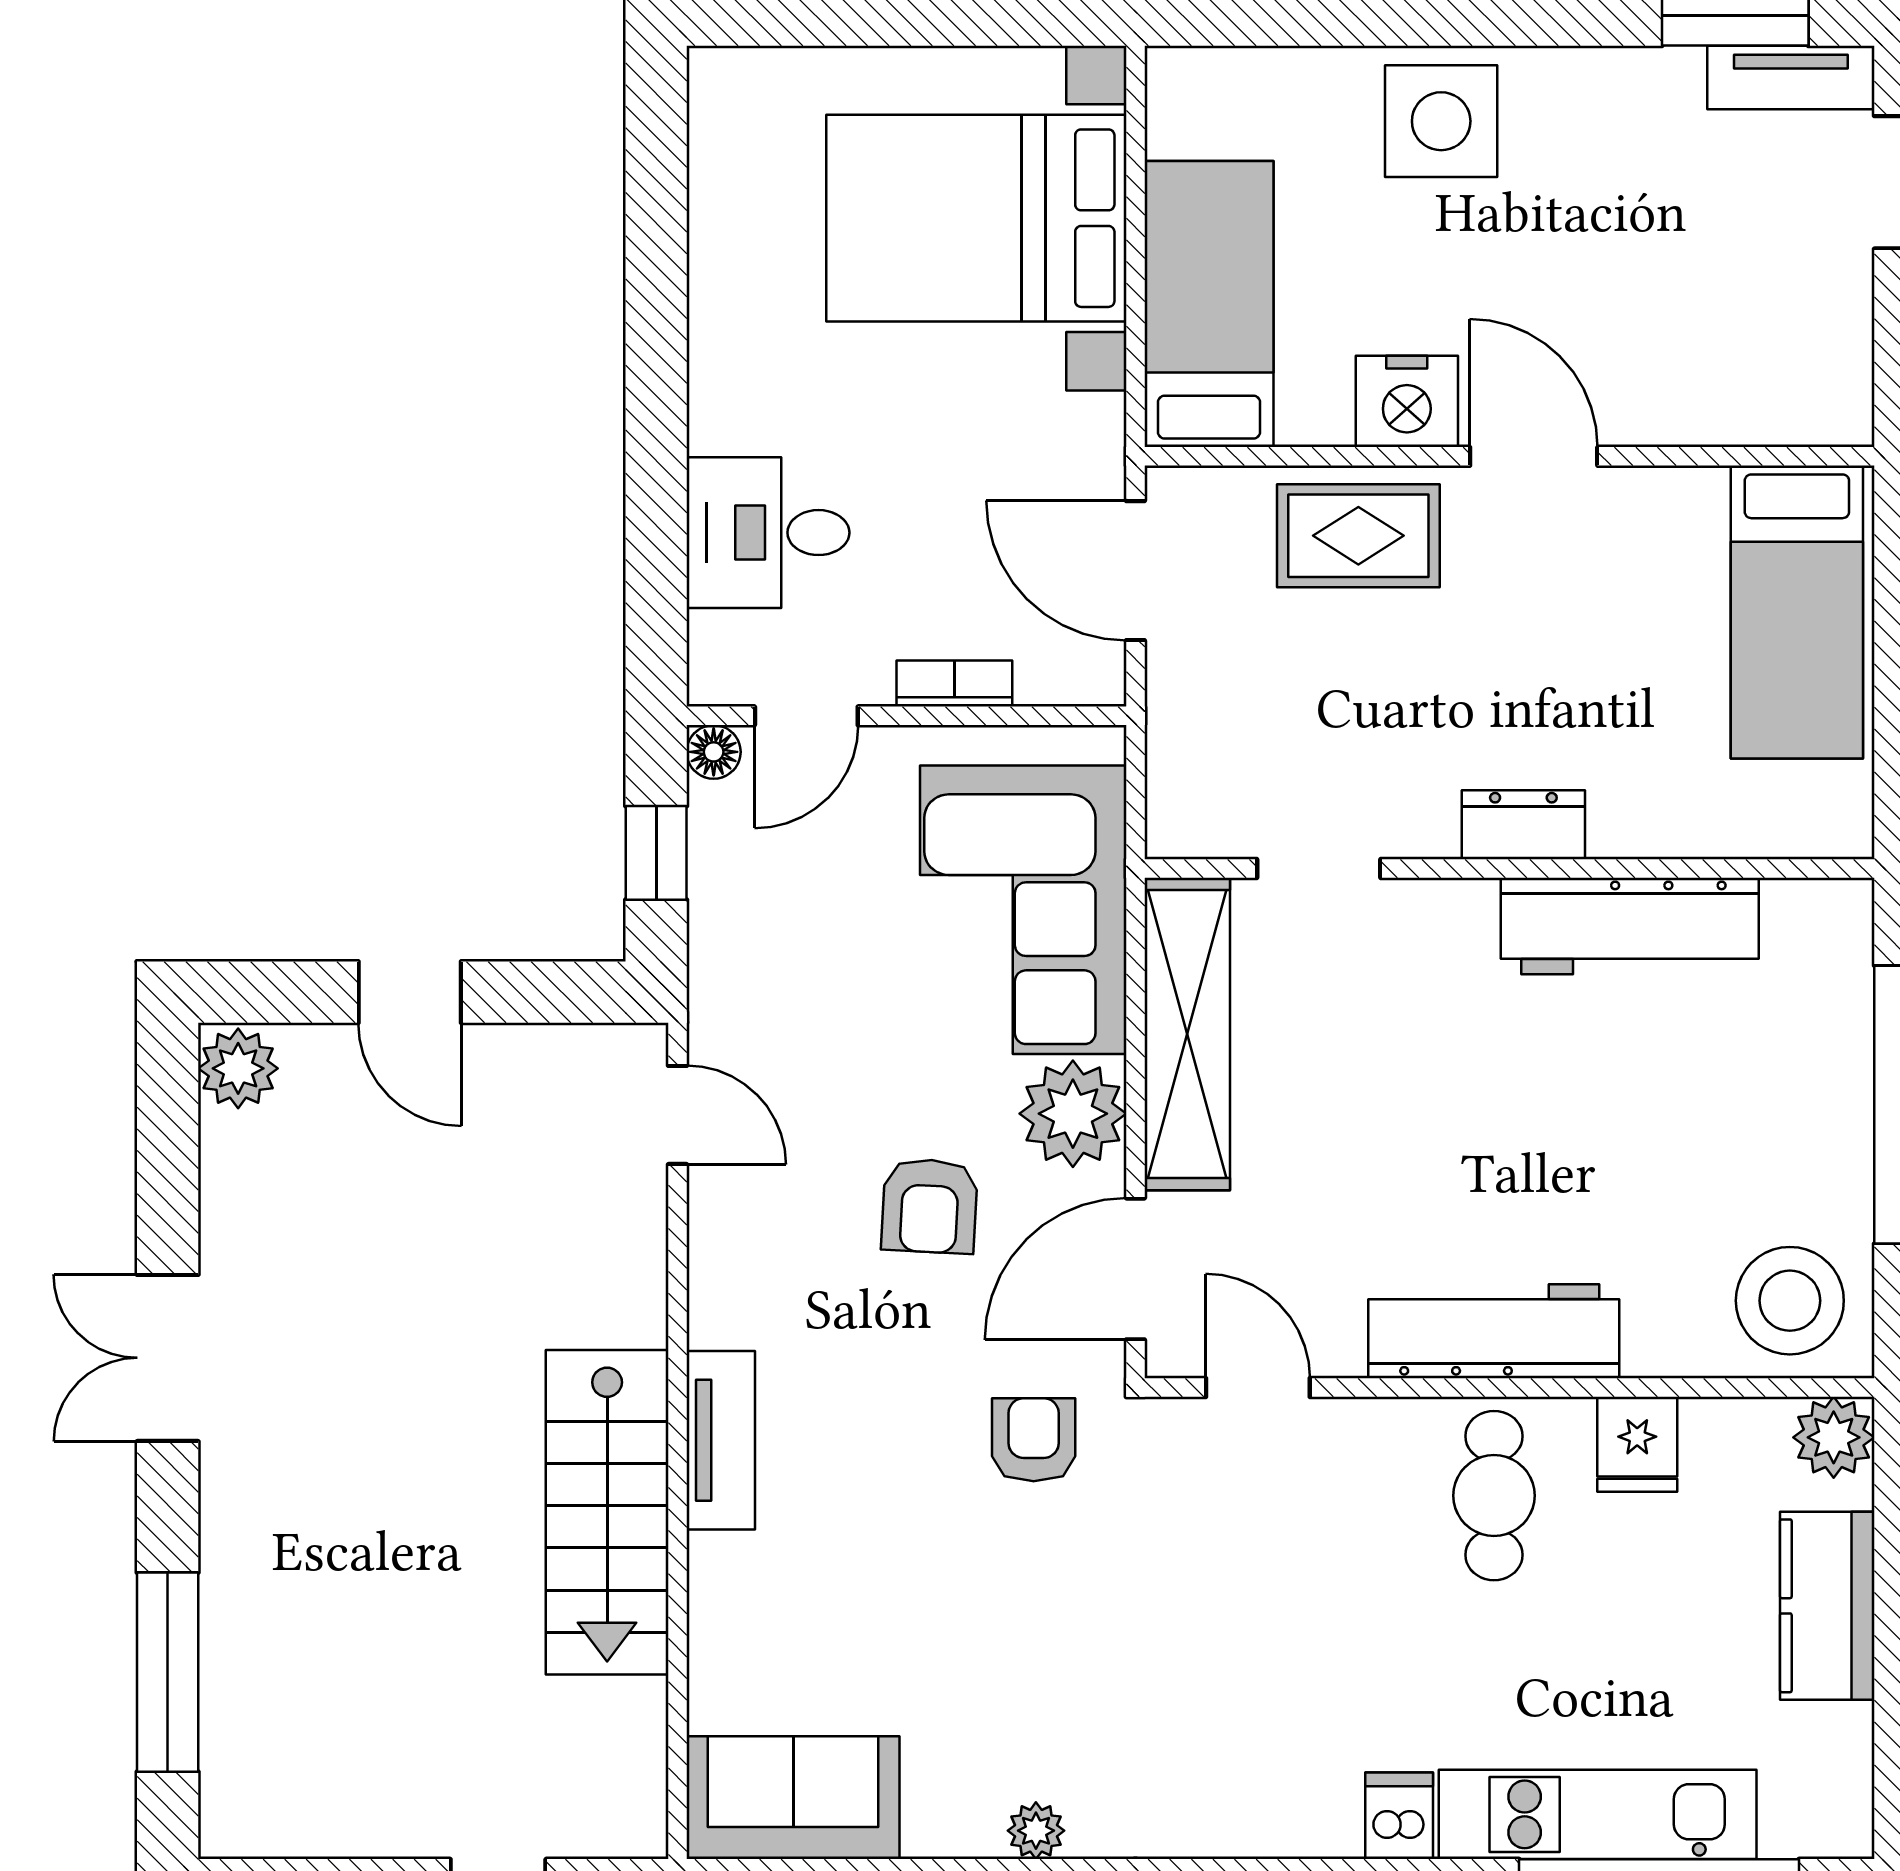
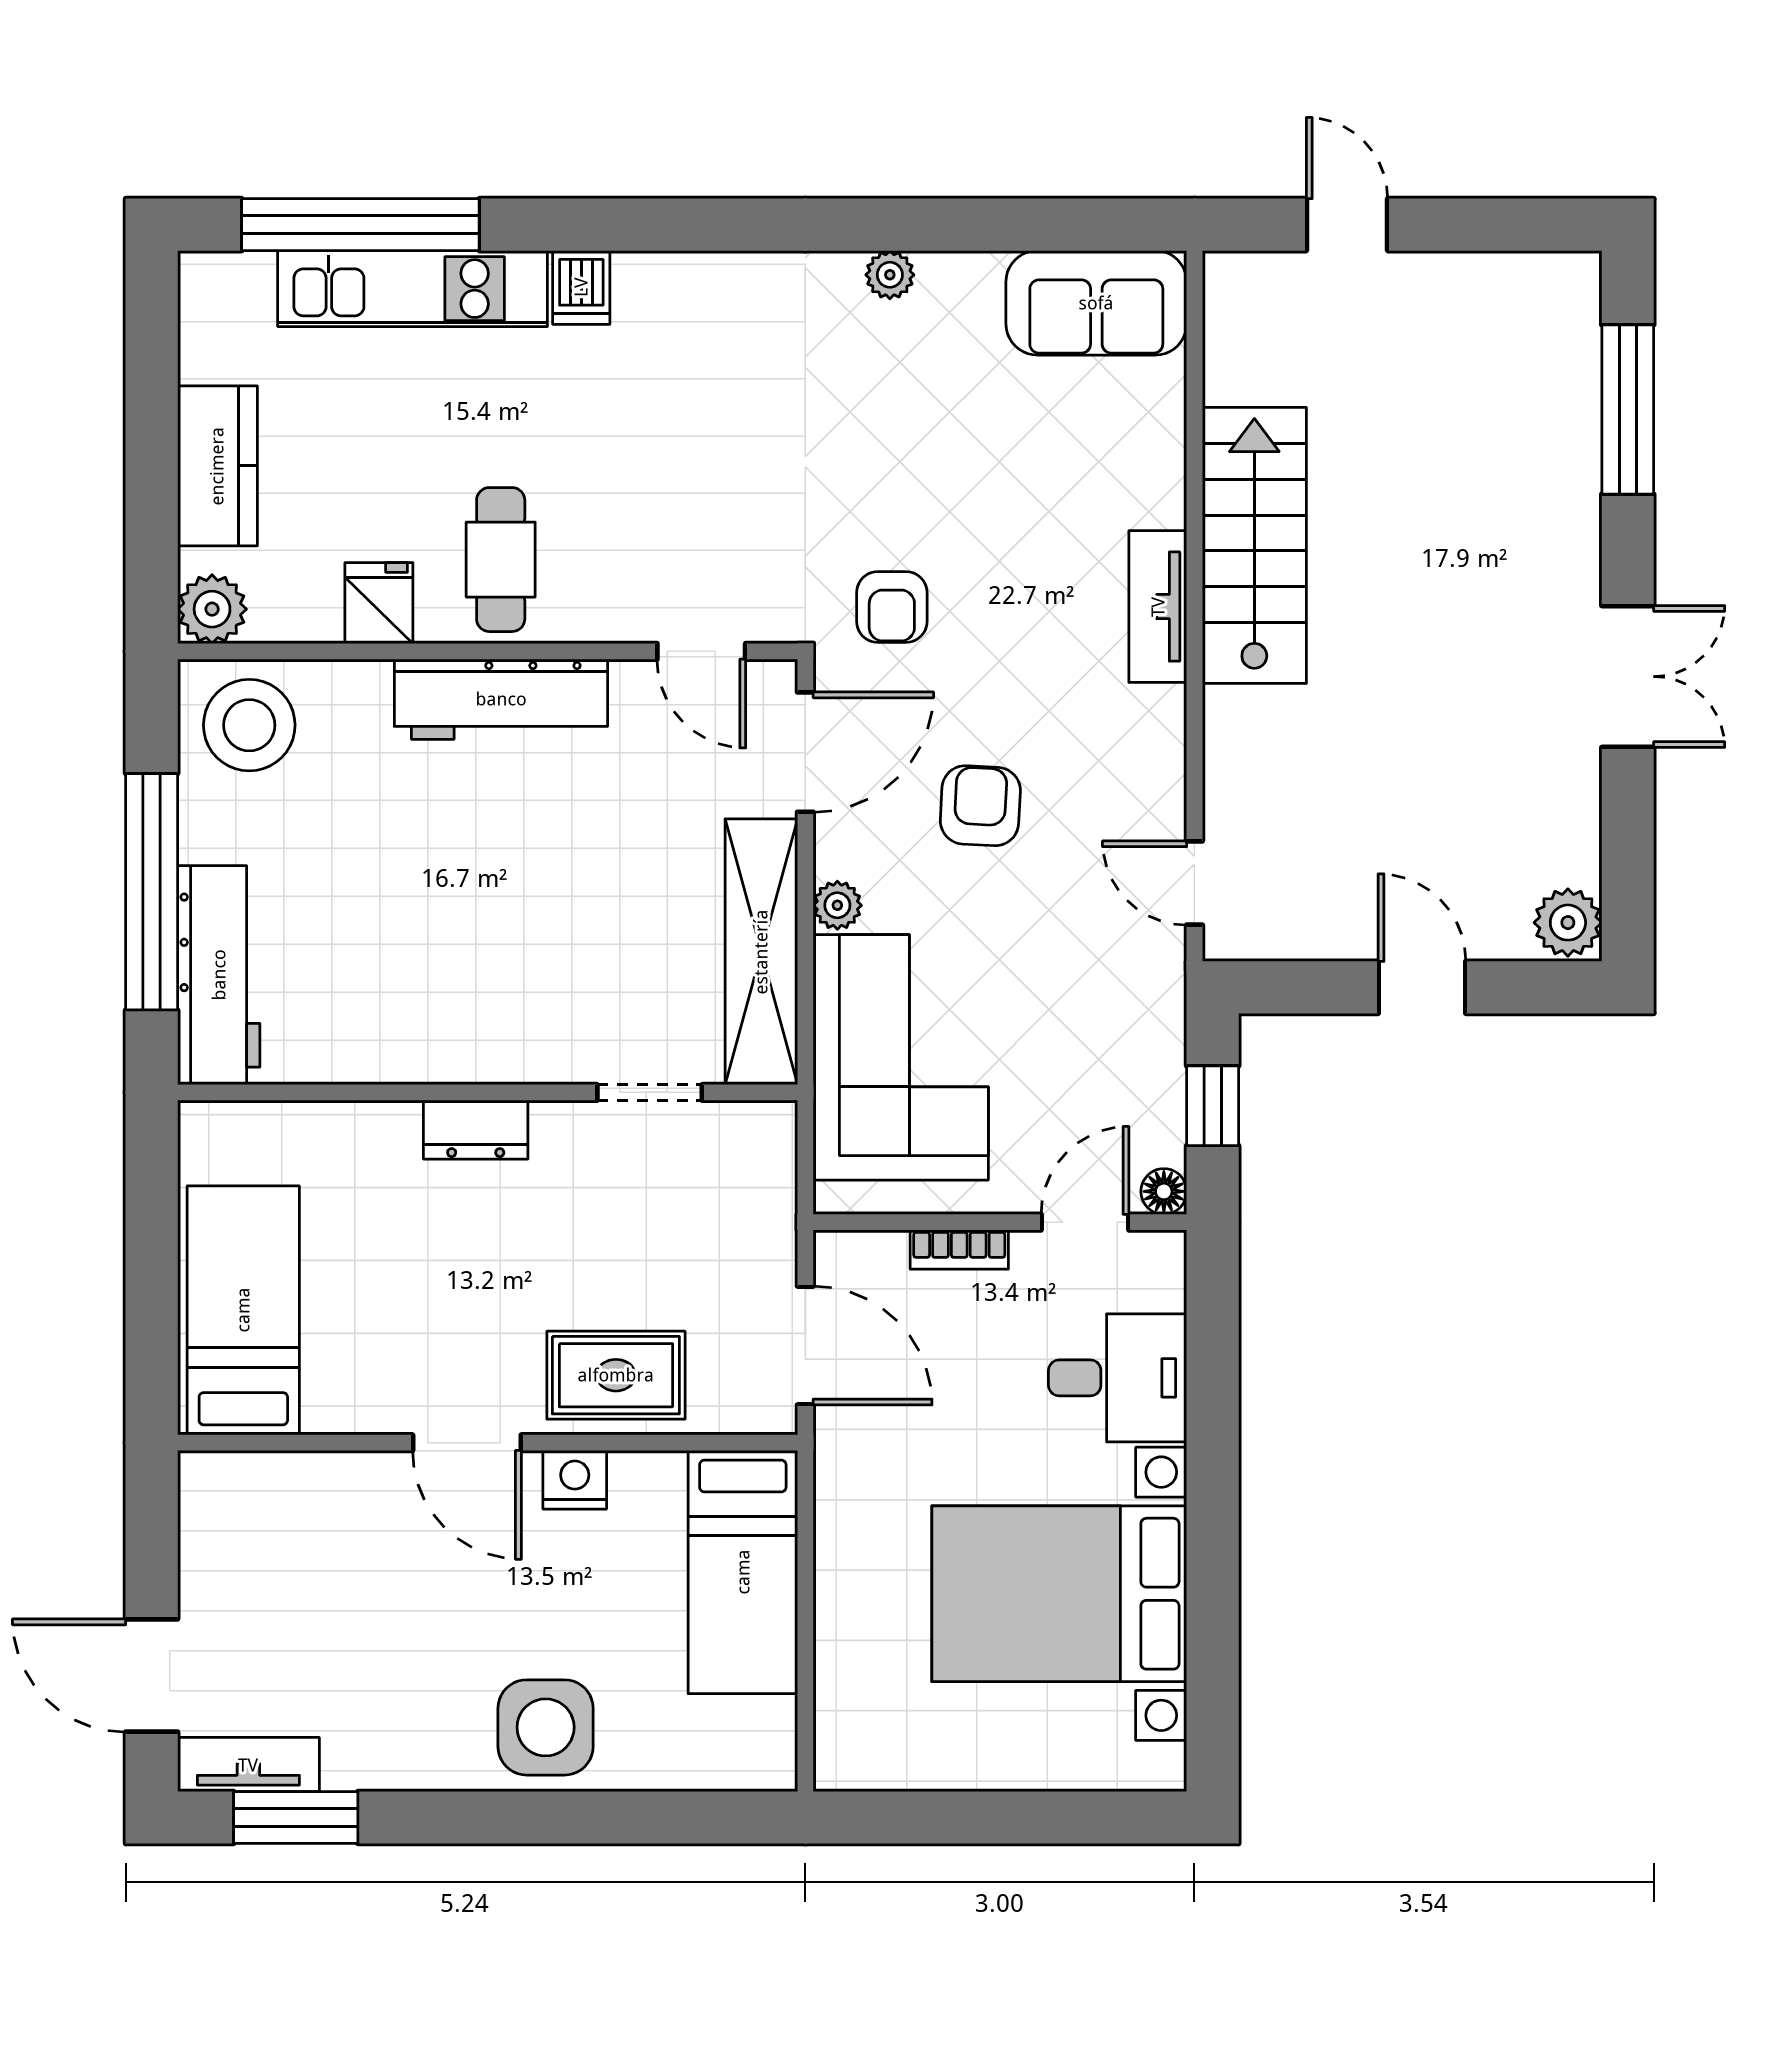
bed with nightstands: (976, 218) -> (1059, 1594), moved, turned 180
nightstand: (1407, 401) -> (575, 1480), width x0.74, depth x0.75
workbench: (1630, 926) -> (219, 975), moved, turned 90
plant: (1073, 1114) -> (837, 905), width x0.53, depth x0.53

